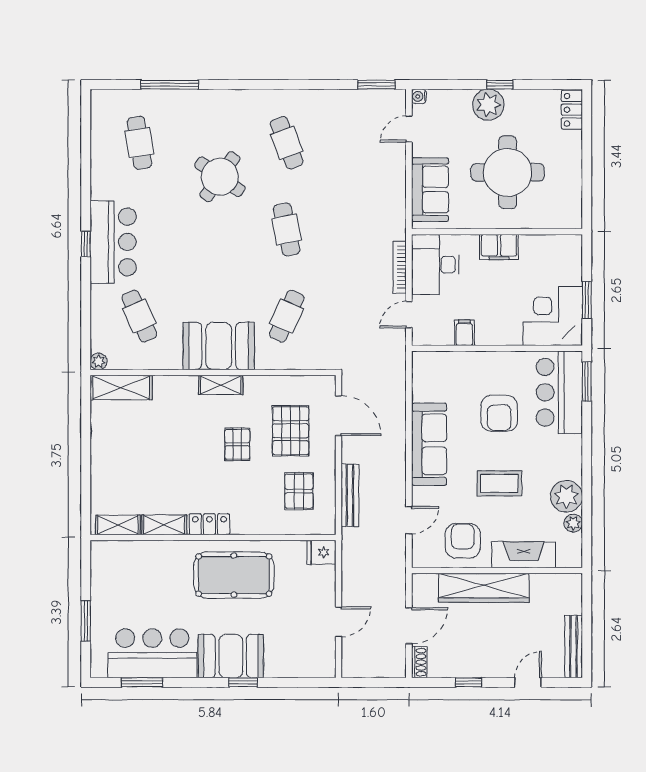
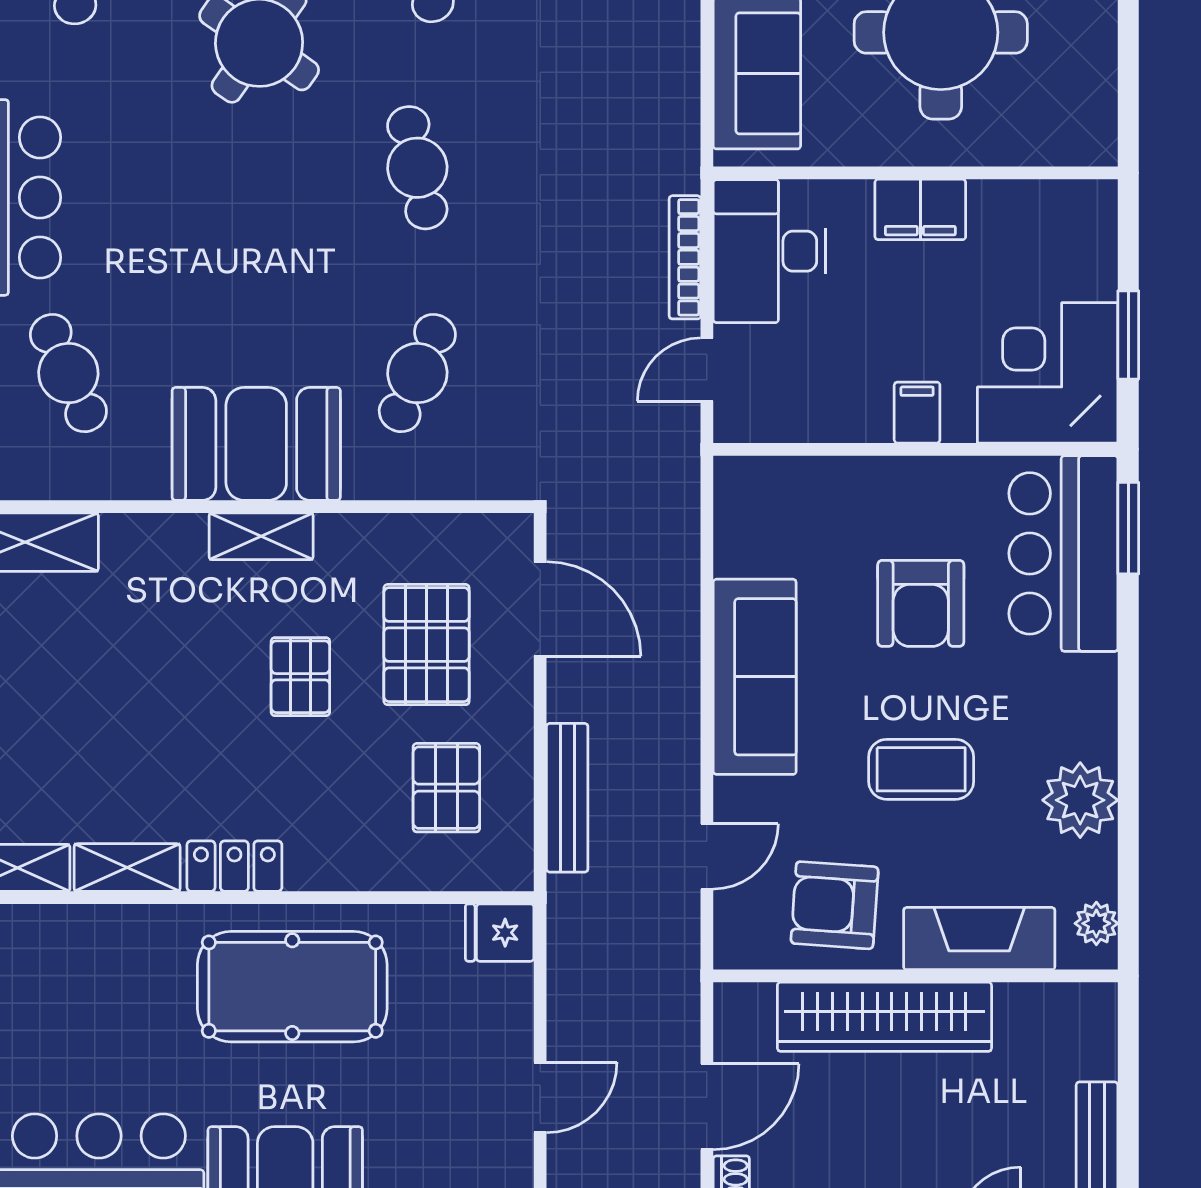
filing cabinet: (464, 333) -> (917, 413), moved
plant: (573, 523) -> (1096, 923), moved
armchair: (463, 541) -> (835, 905), turned -86

